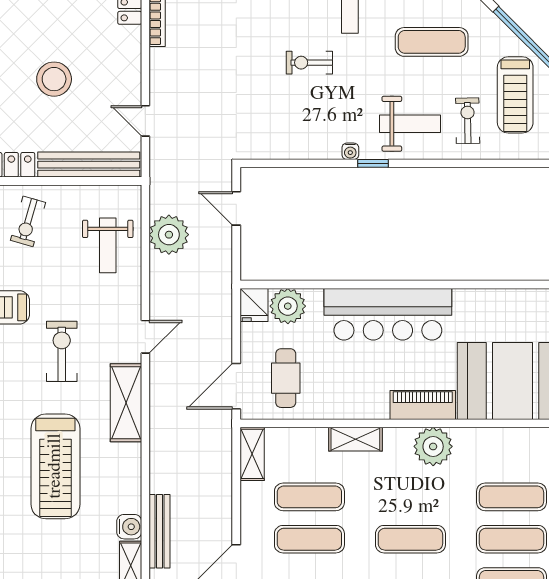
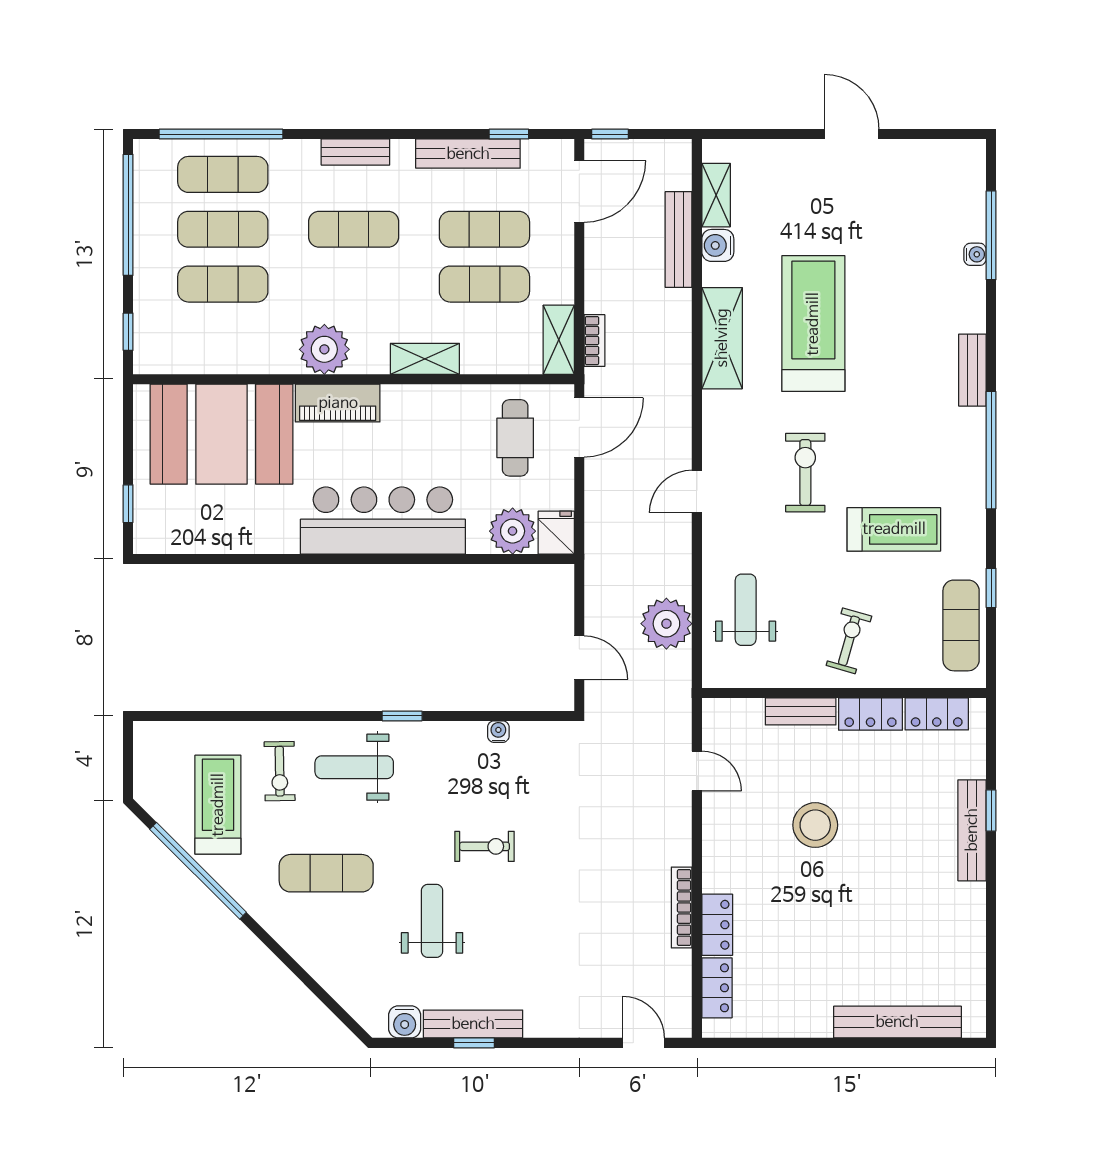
water cooler: (350, 151) -> (498, 732), moved
bench: (89, 165) -> (801, 711), width x0.54, depth x0.82
exercise bike: (62, 351) -> (805, 473), turned 180
shelving: (126, 403) -> (722, 338), moved
bookcase: (225, 453) -> (594, 341), added

